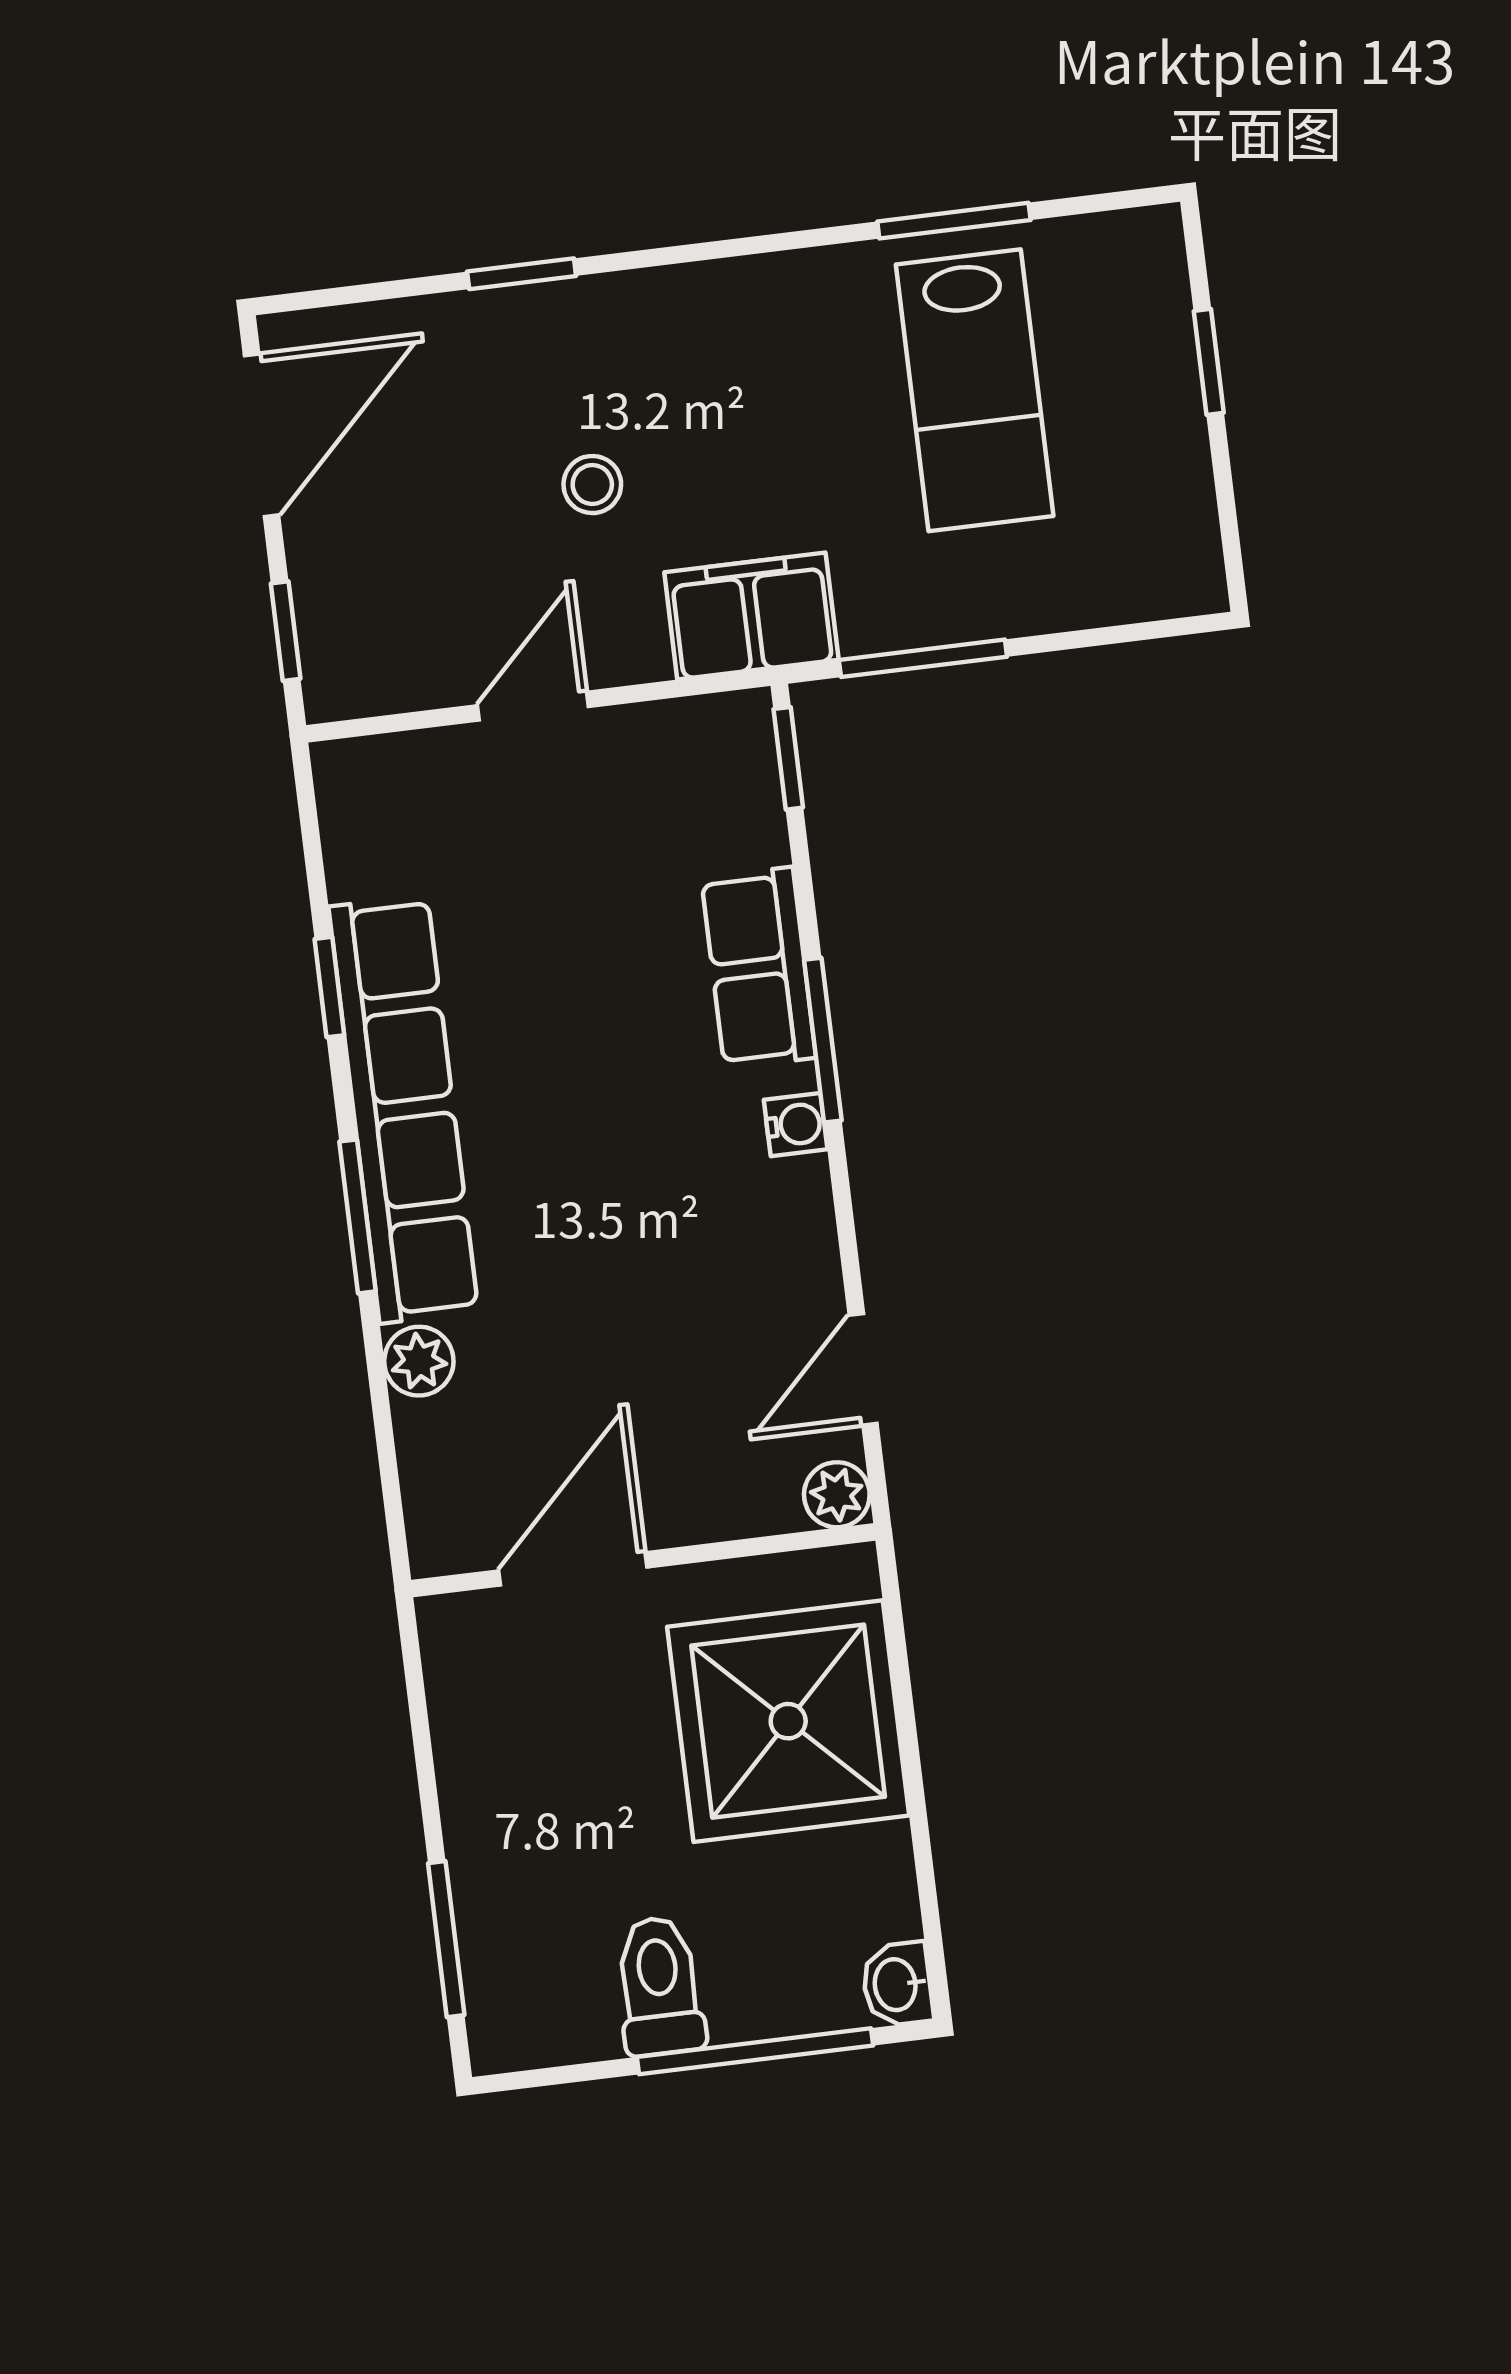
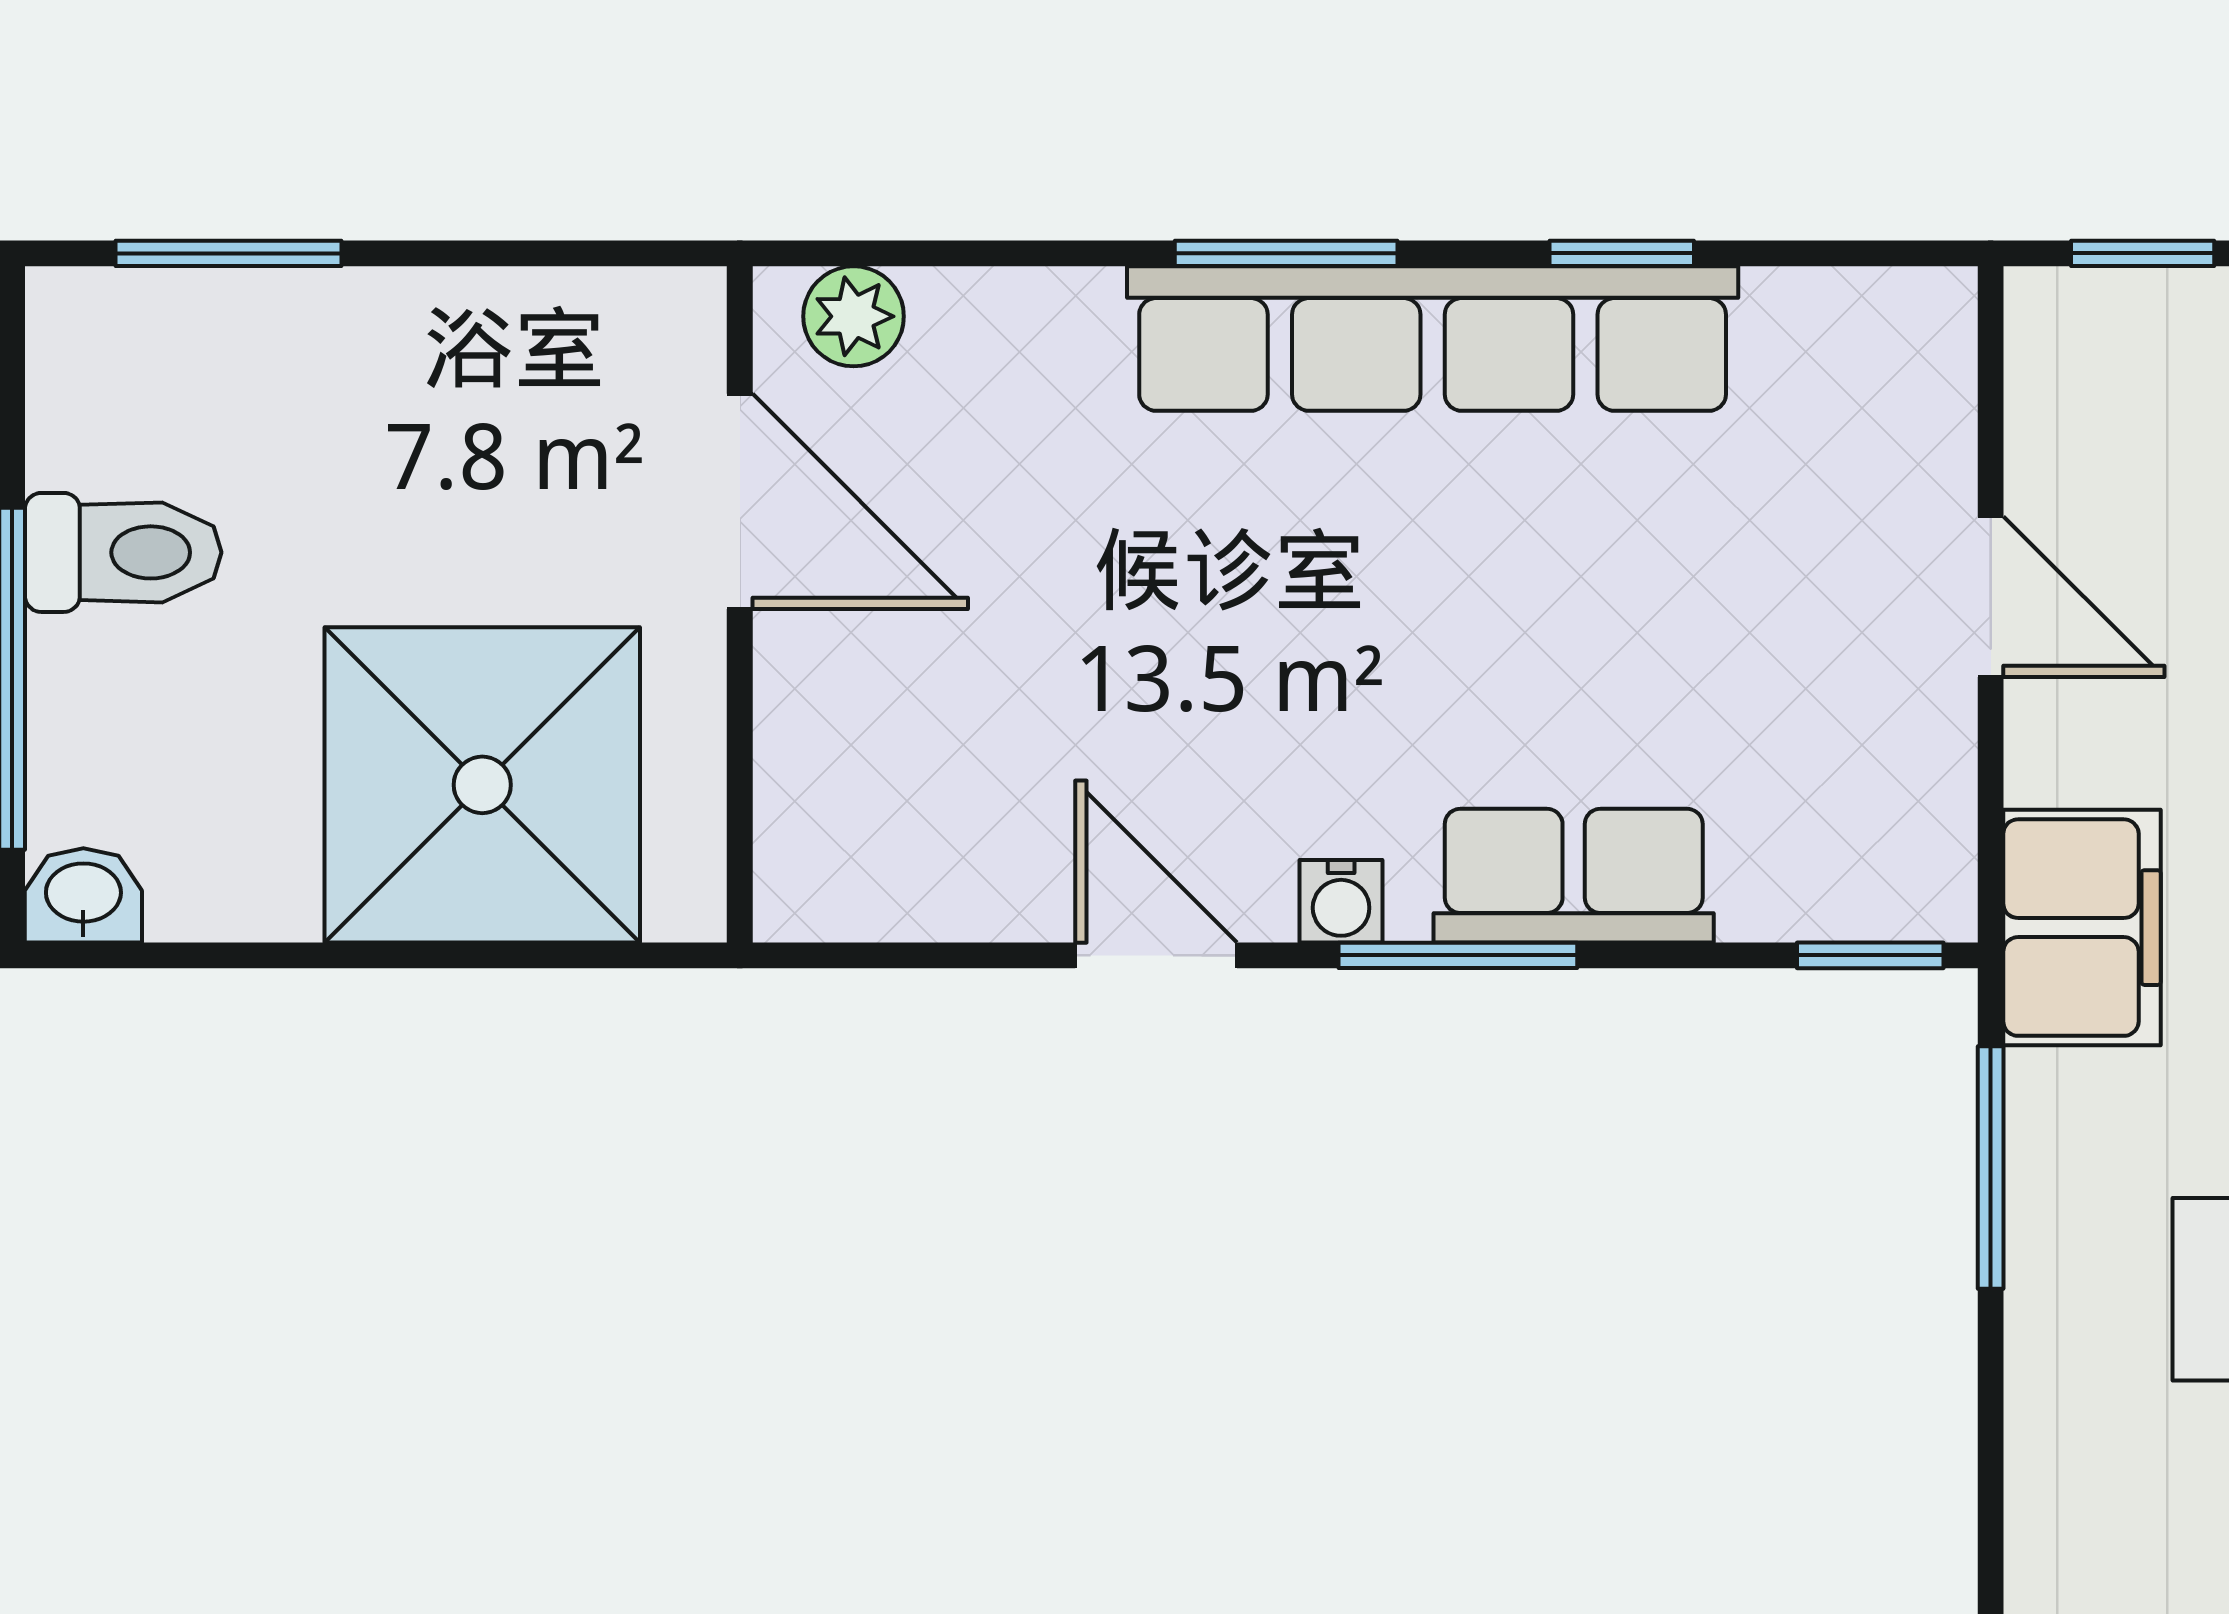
plant: (419, 1361) -> (854, 316), moved
door: (863, 1369) -> (1156, 955), moved
plant: (837, 1495) -> (800, 895), removed

